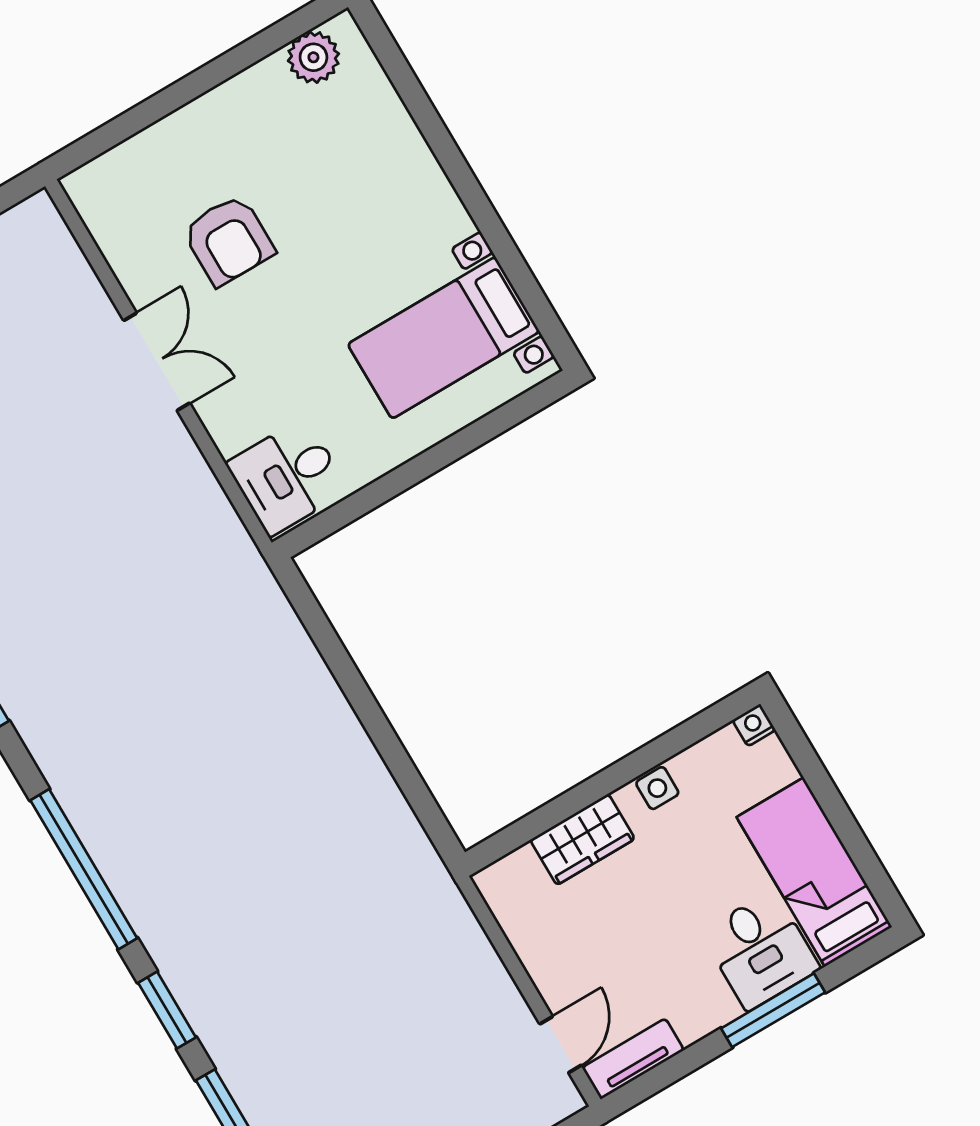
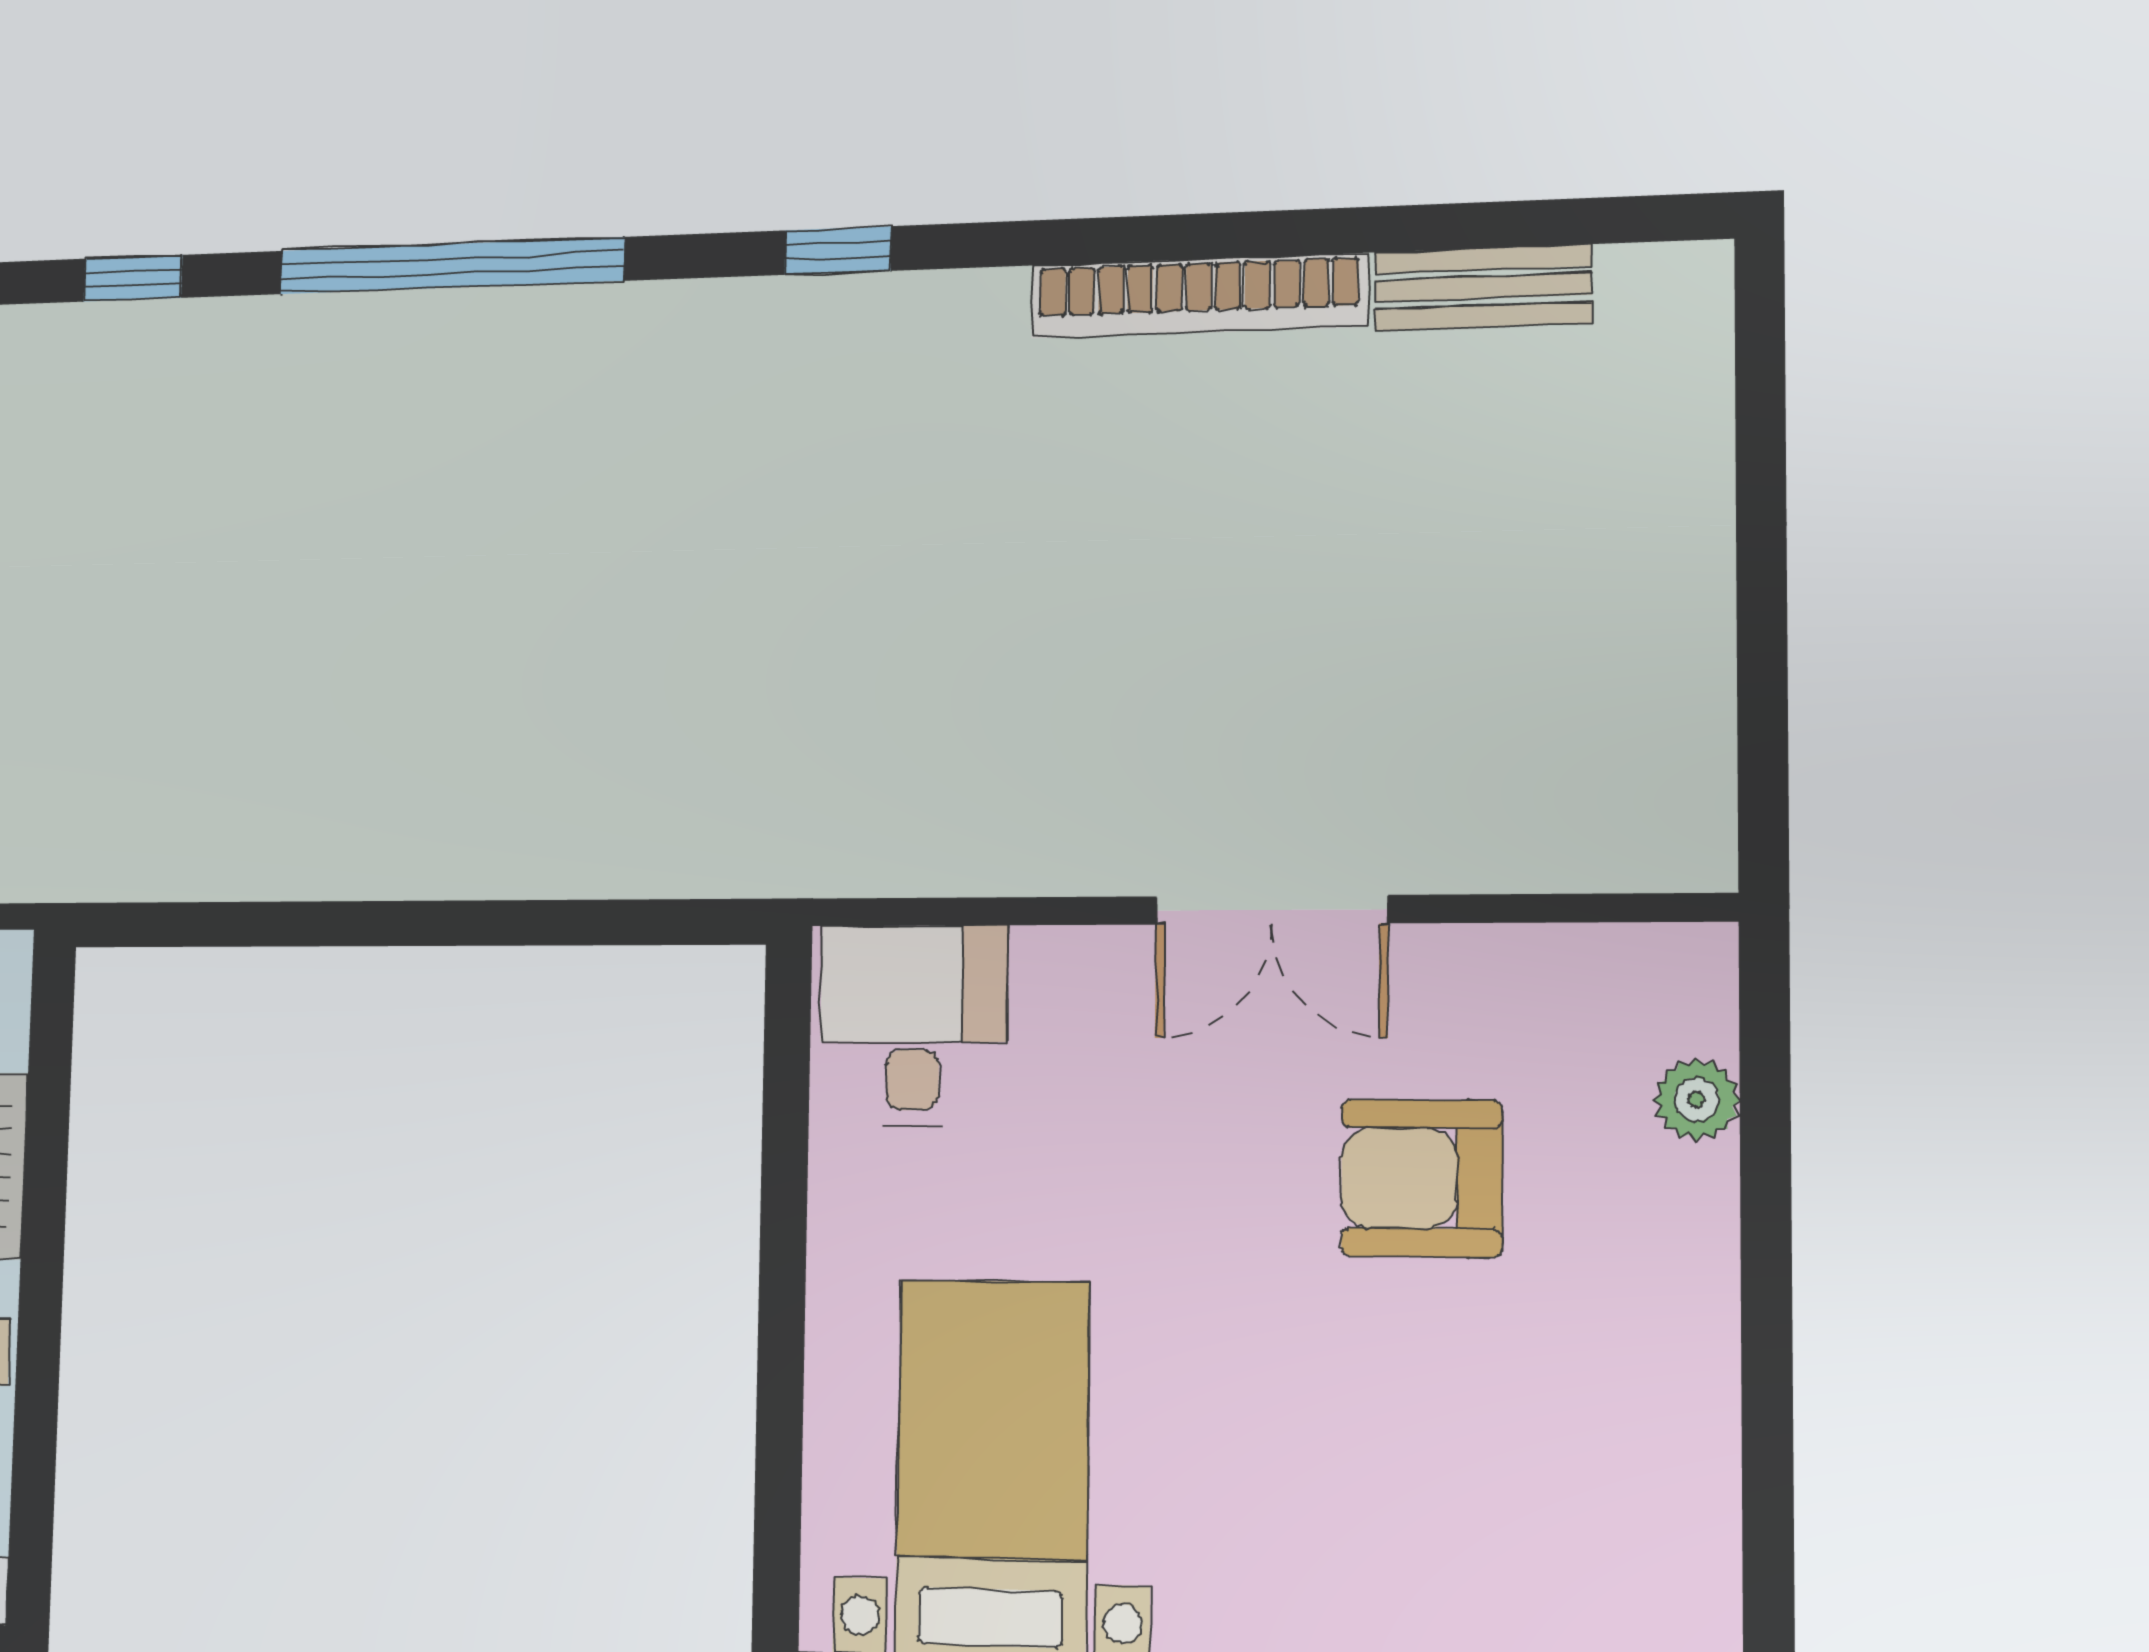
plant: (313, 57) -> (1697, 1100), moved, width x0.73, depth x0.73
window: (167, 1010) -> (133, 278), width x0.67

